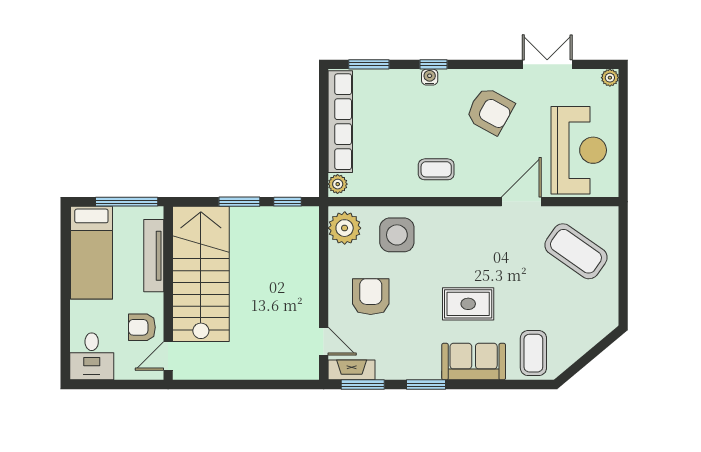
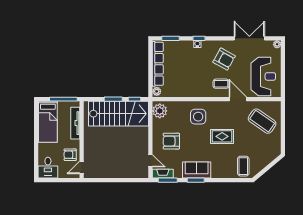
double door: (547, 64) -> (249, 38), width x1.37
coffee table: (436, 169) -> (221, 84), moved
door: (521, 202) -> (238, 99), hinge flipped
side table: (397, 235) -> (198, 117), moved
stairs: (201, 274) -> (118, 114), moved, turned 90
armchair: (371, 297) -> (171, 141), turned -90
rug: (468, 304) -> (222, 136), moved
sofa: (474, 362) -> (197, 170), moved

